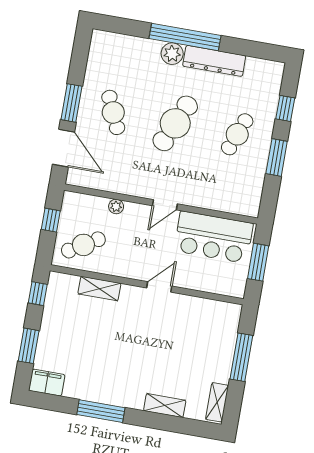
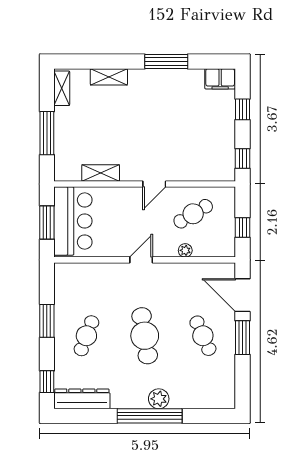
dresser: (214, 61) -> (82, 399), moved
window: (285, 108) -> (47, 382), moved
cafe table: (175, 123) -> (145, 336), turned -33
bar counter: (214, 237) -> (73, 221), moved, turned 90
cafe table: (83, 245) -> (193, 214), moved
door: (159, 287) -> (154, 184), moved
shelving: (99, 289) -> (101, 173), moved
window: (29, 346) -> (243, 109), width x0.67

